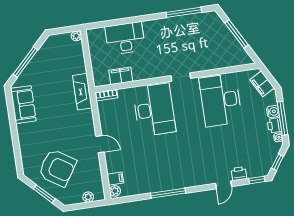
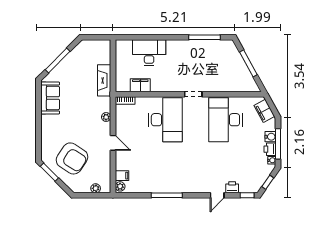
plant: (76, 36) -> (106, 117), moved
fireplace: (82, 92) -> (104, 80), moved
window: (44, 194) -> (49, 172), moved

